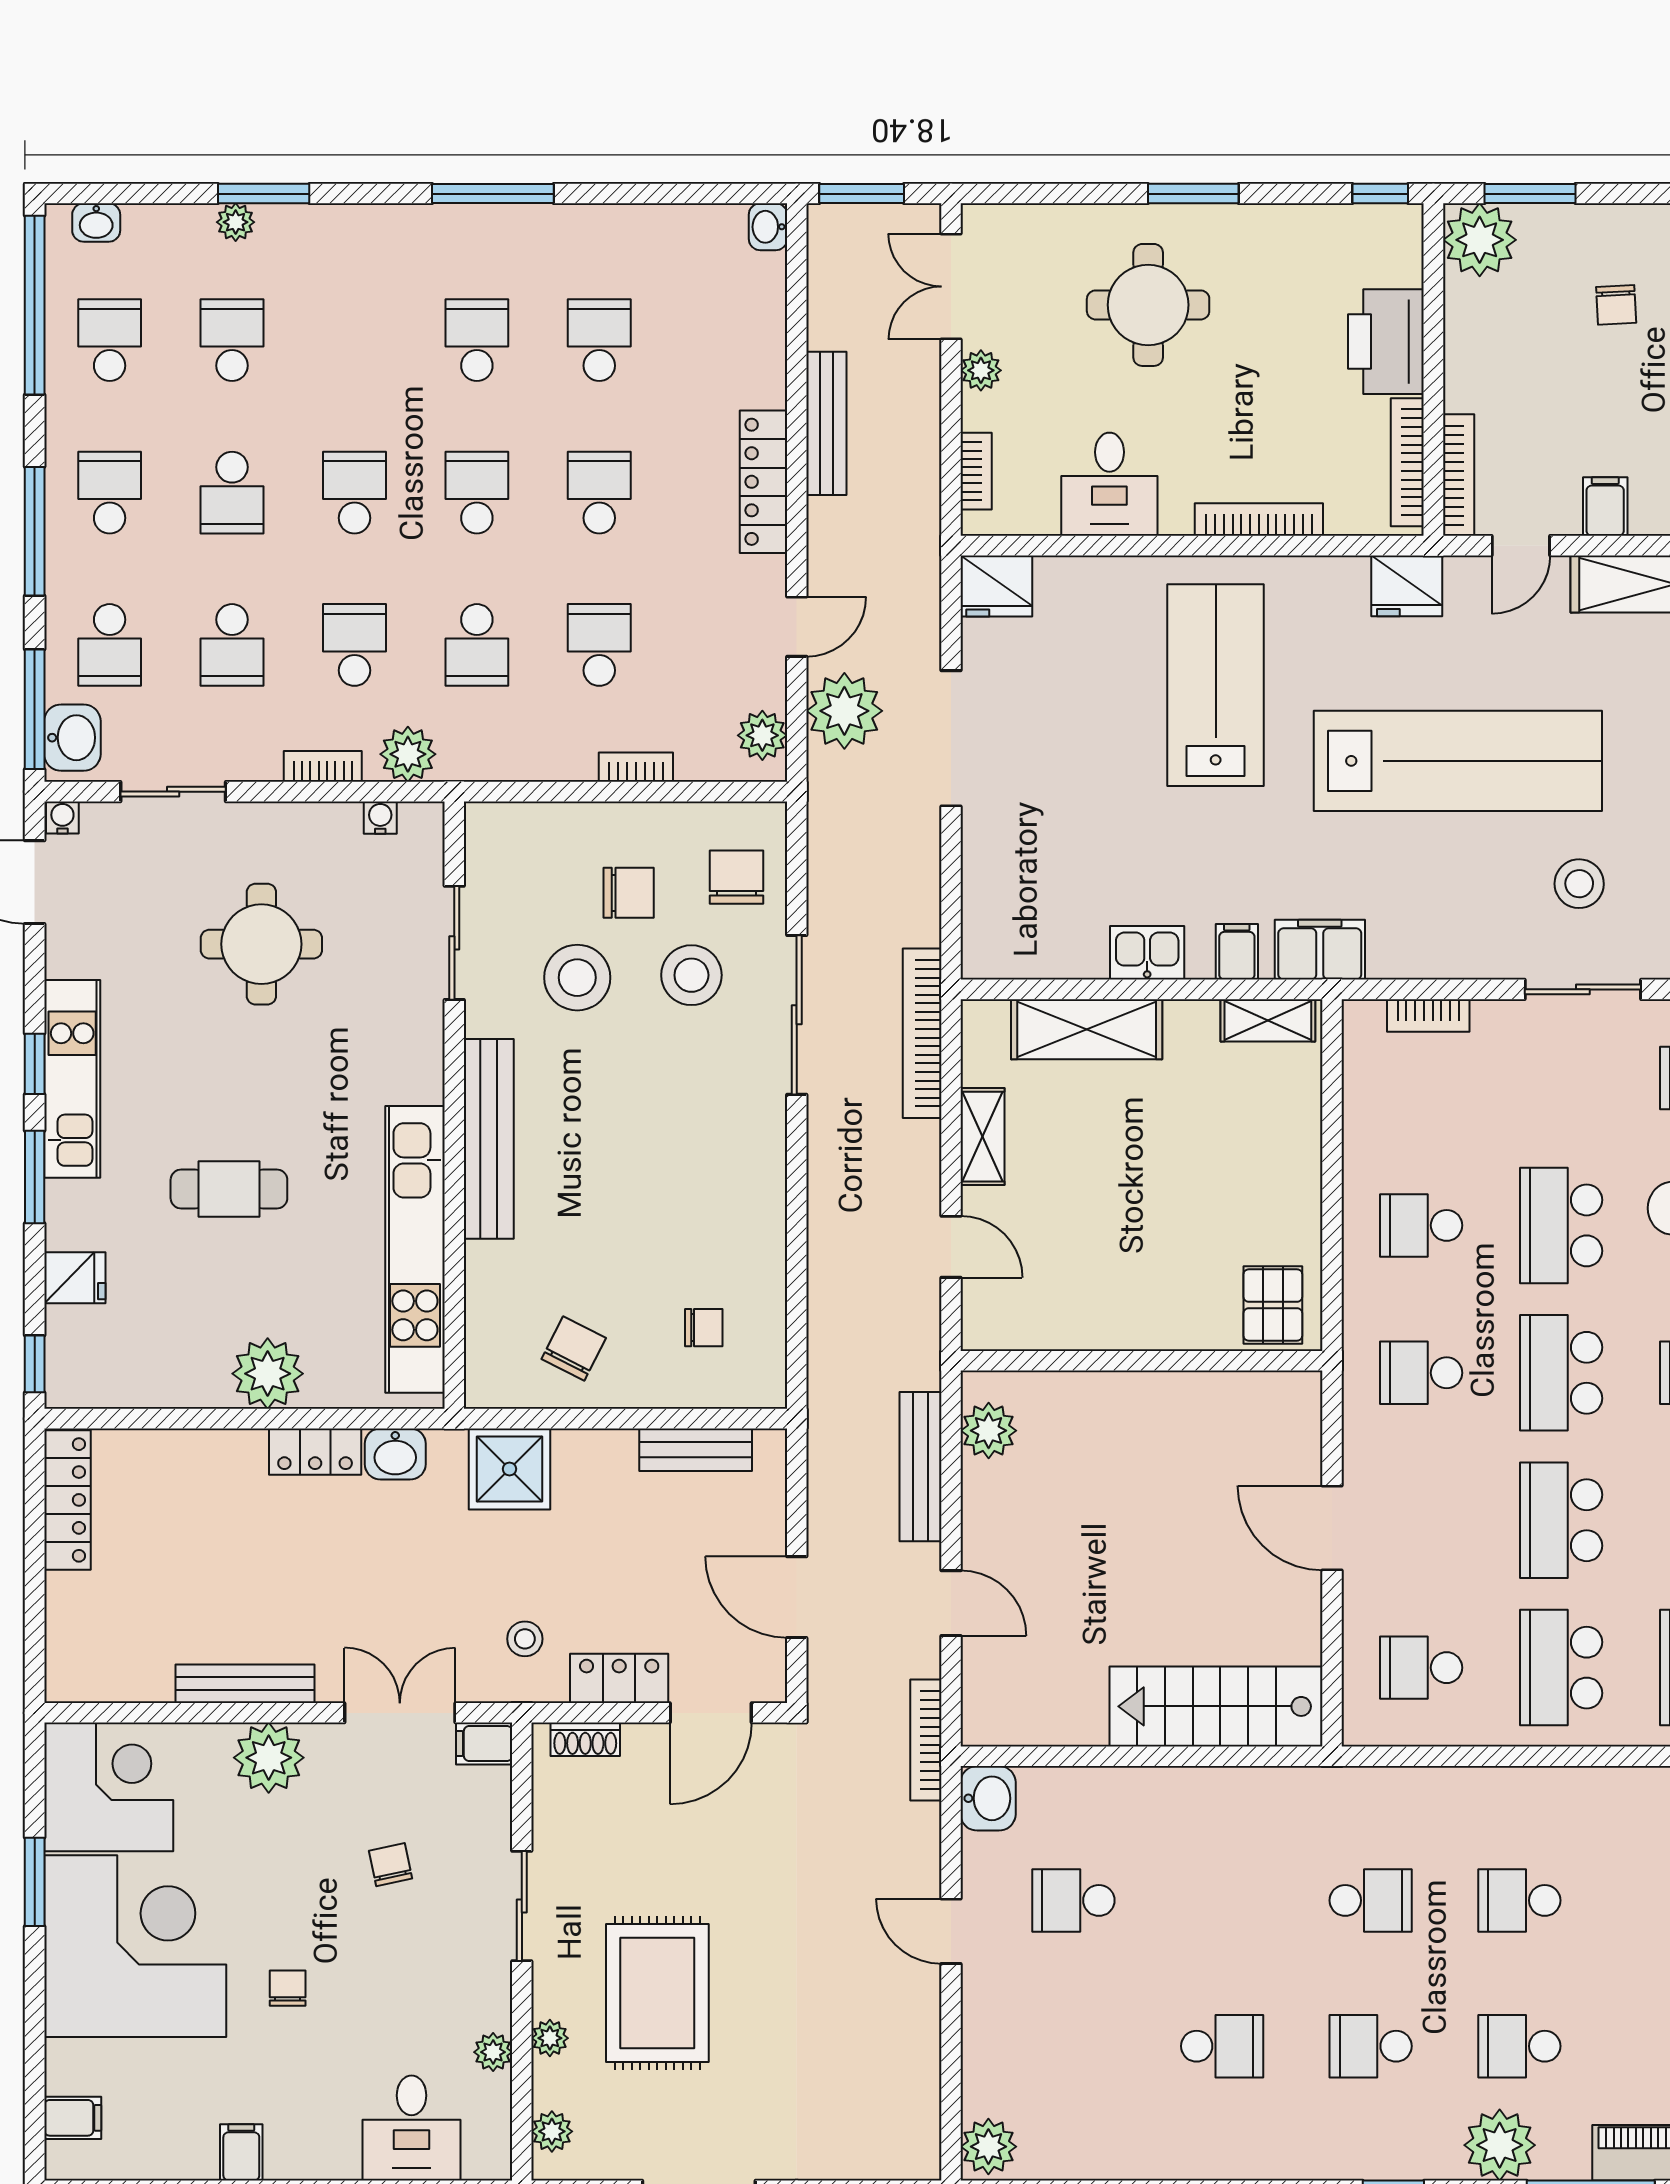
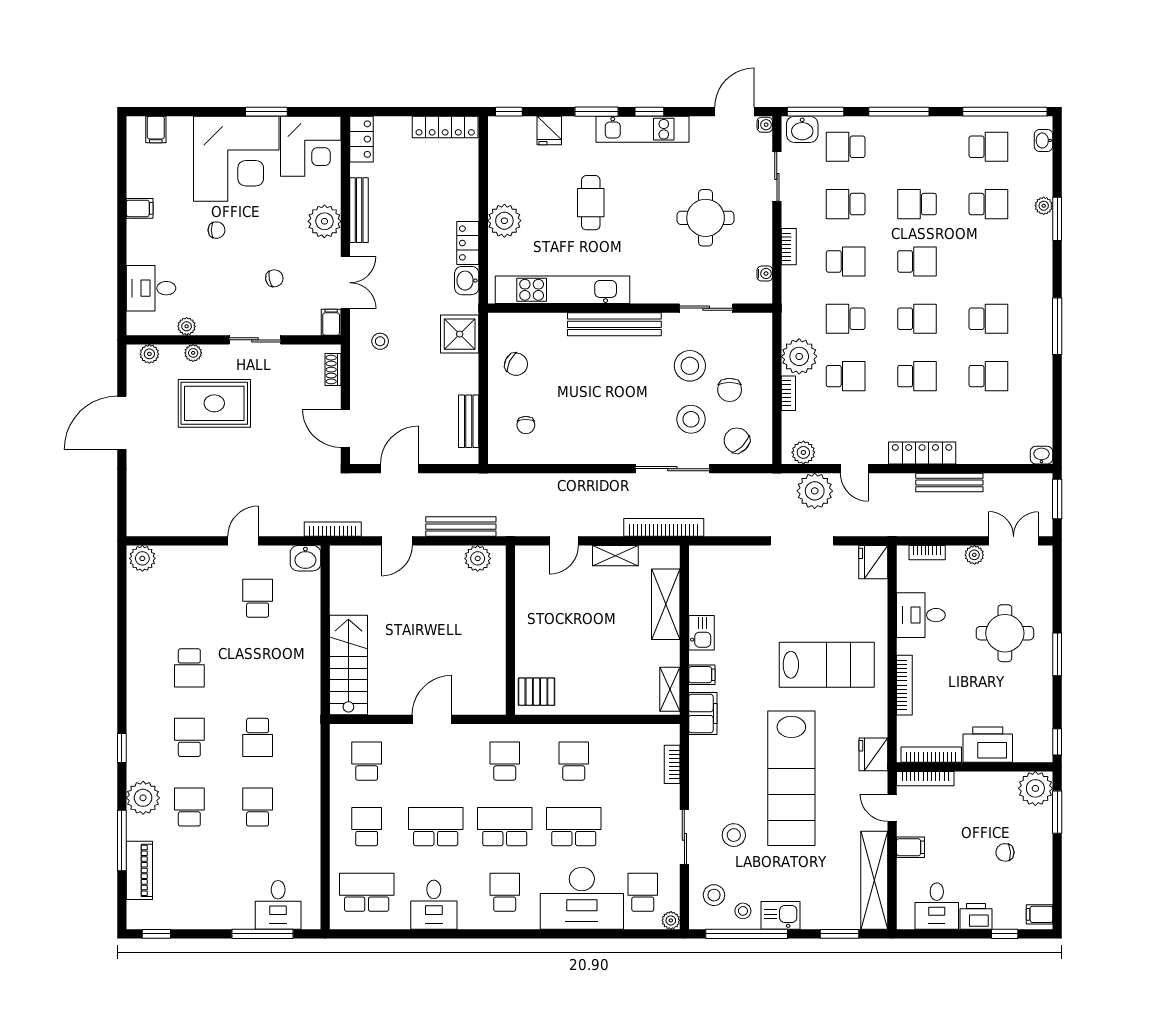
school desk: (110, 493) -> (917, 147), removed
plant: (408, 754) -> (799, 356), moved, width x1.36, depth x1.36
chair: (736, 877) -> (737, 440), turned -135
school desk: (1561, 1668) -> (367, 827), width x0.54
locker: (619, 1678) -> (362, 139), moved

